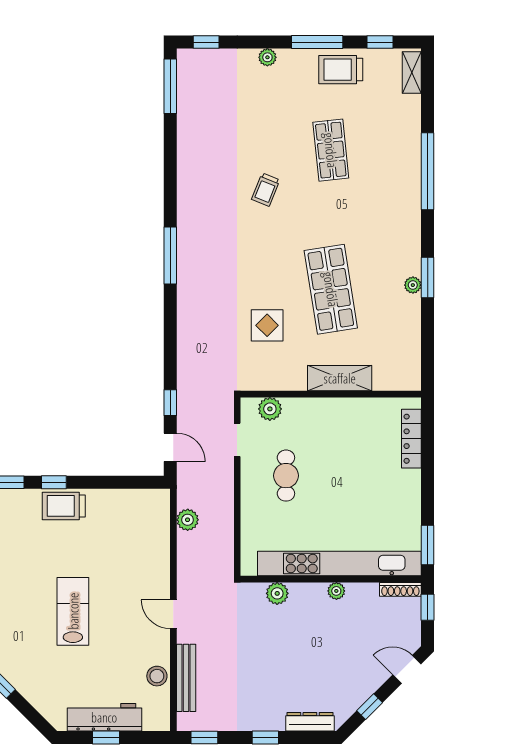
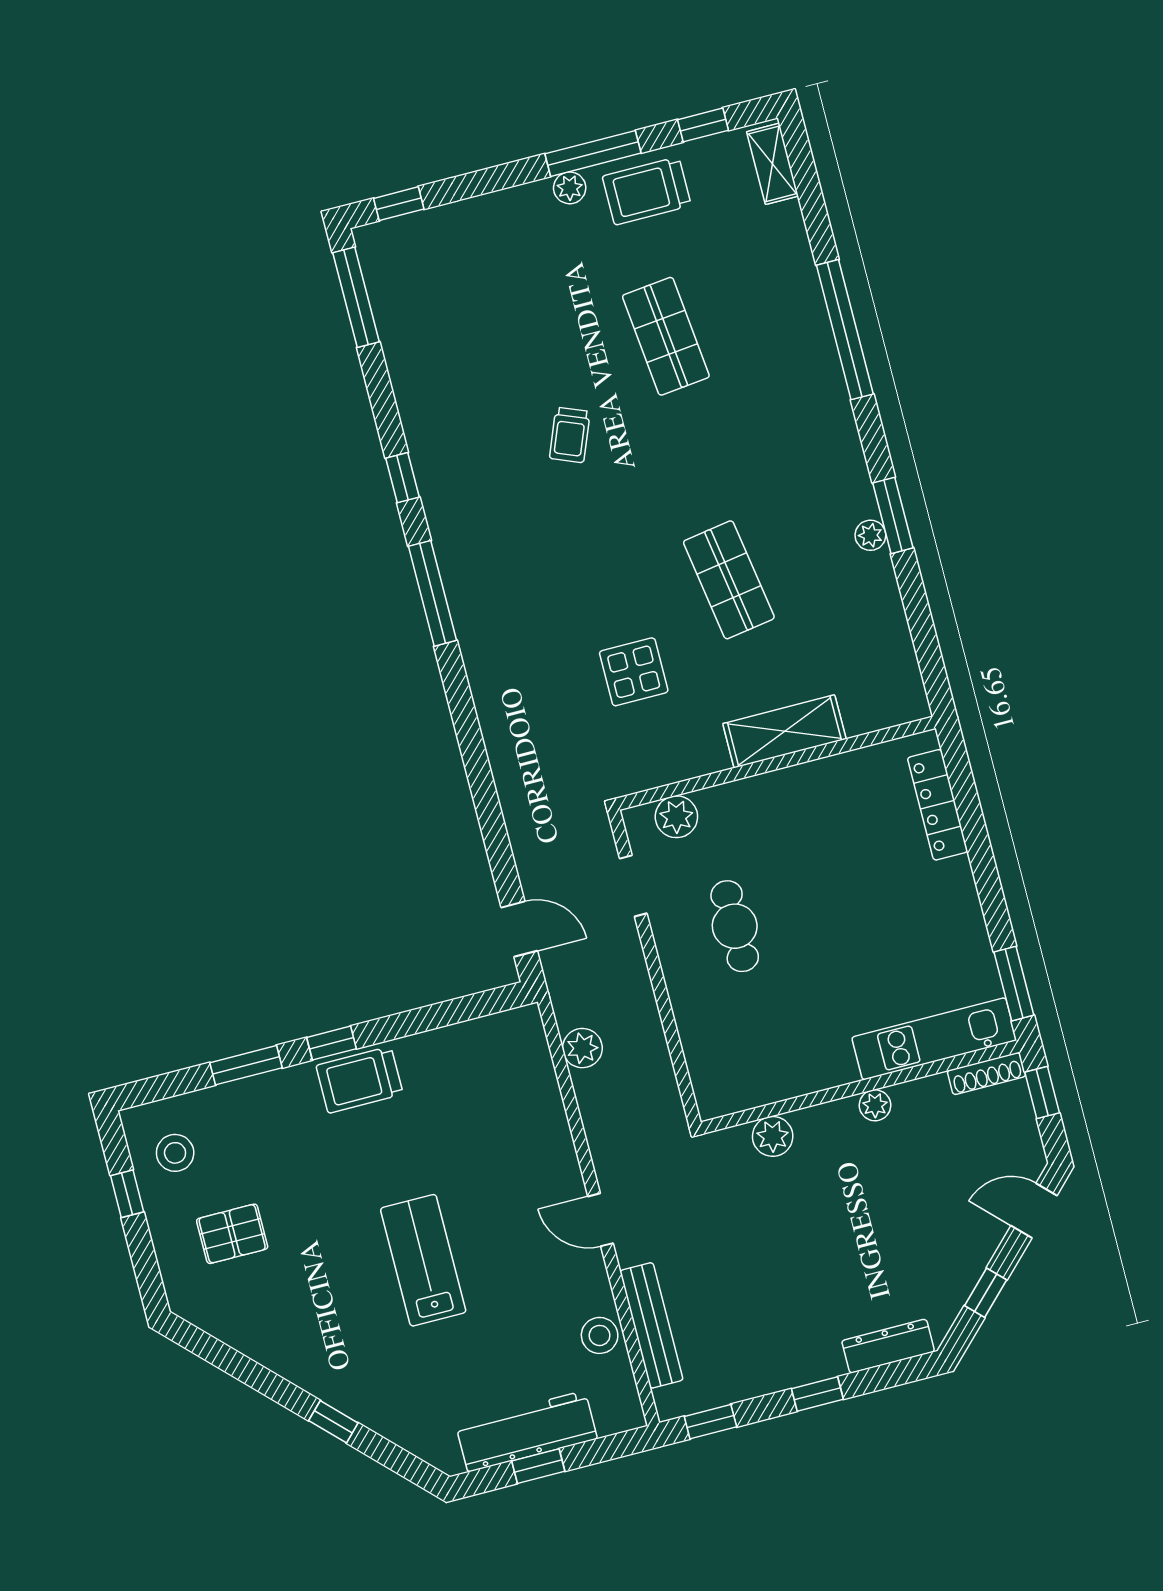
plant: (267, 57) -> (570, 188), moved
shop shelf: (331, 289) -> (729, 580), width x0.70, depth x0.74
window: (170, 403) -> (403, 478), moved
kitchen unit: (339, 564) -> (934, 1039), width x0.54

